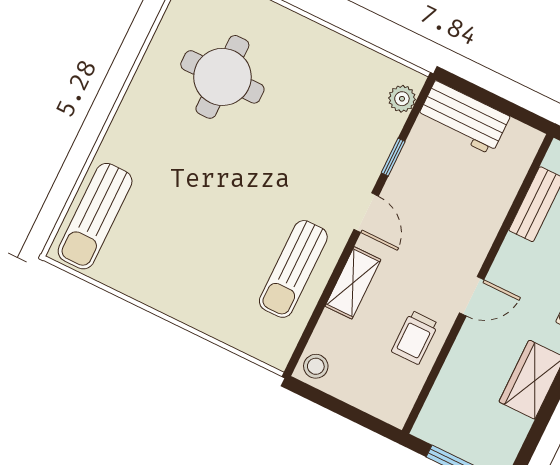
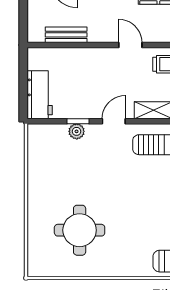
plant: (402, 99) -> (77, 131), moved

